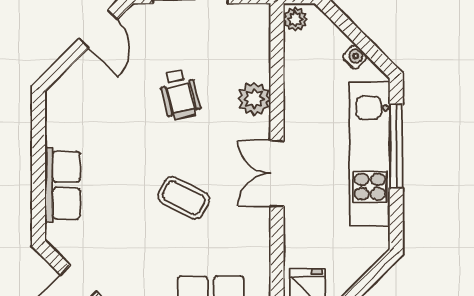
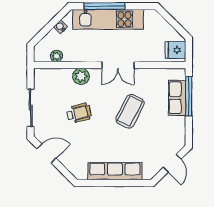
plant: (295, 19) -> (56, 56), moved
row of seats: (62, 185) -> (115, 171), width x1.48
coffee table: (184, 198) -> (130, 111), width x1.36, depth x1.30

